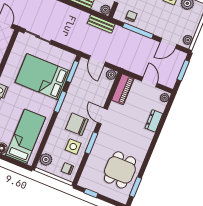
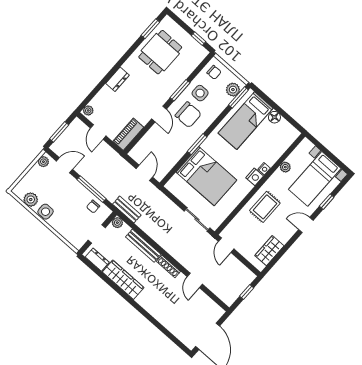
window: (73, 72) -> (238, 97), moved
plant: (111, 75) -> (135, 154), removed
dresser: (154, 121) -> (117, 79), moved

